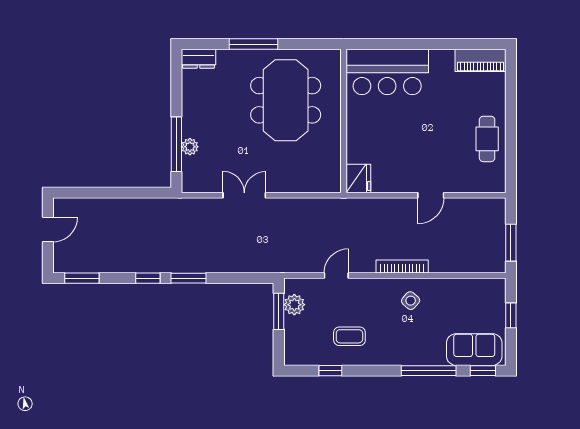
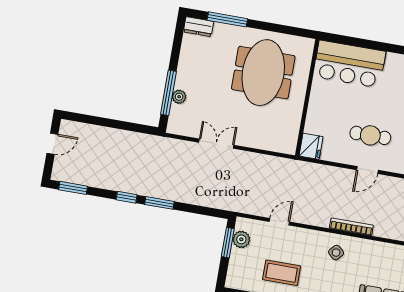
window: (253, 44) -> (227, 19), moved
cafe table: (427, 153) -> (370, 135), added
bookcase: (402, 266) -> (351, 227), moved
coffee table: (349, 336) -> (282, 273), width x1.36, depth x1.30

